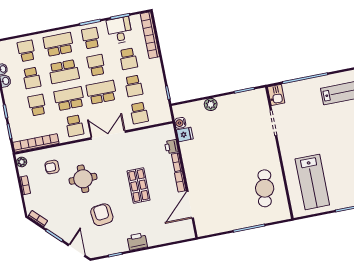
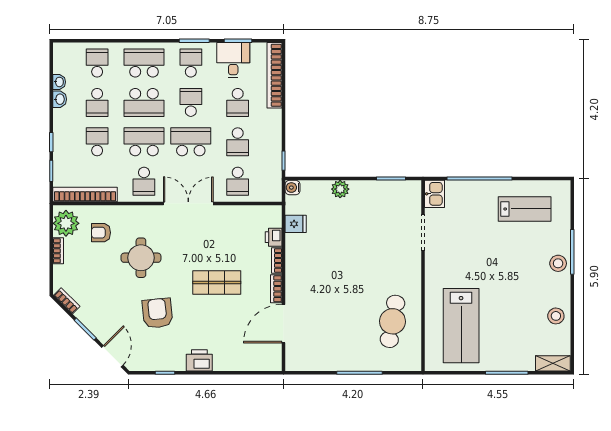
water cooler: (180, 123) -> (293, 188), moved
plant: (22, 162) -> (66, 223), width x1.88, depth x1.88
shop shelf: (139, 186) -> (217, 283), turned 90

